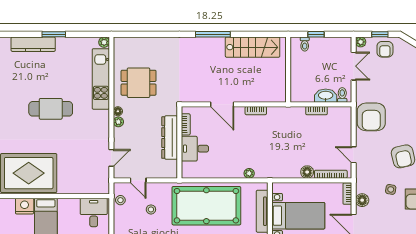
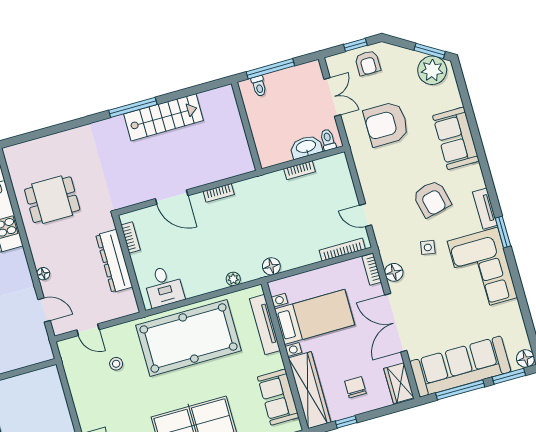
window: (316, 34) -> (270, 69), width x2.17
plant: (361, 42) -> (333, 62), removed
stairs: (253, 47) -> (163, 117), moved
floor lamp: (118, 111) -> (43, 274), moved
armchair: (371, 117) -> (386, 124), moved, turned 90
plant: (118, 122) -> (40, 259), removed
desk: (195, 149) -> (164, 286), moved, turned -90
door: (111, 158) -> (44, 310), hinge flipped
floor lamp: (307, 172) -> (271, 266), moved
stool: (120, 200) -> (72, 363), removed
desk: (94, 212) -> (41, 389), removed

